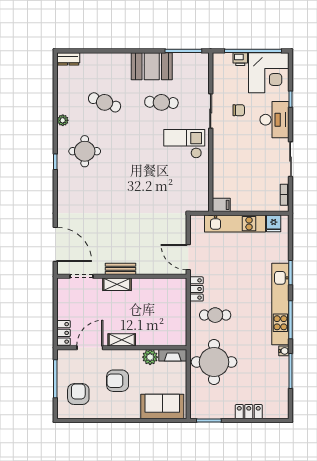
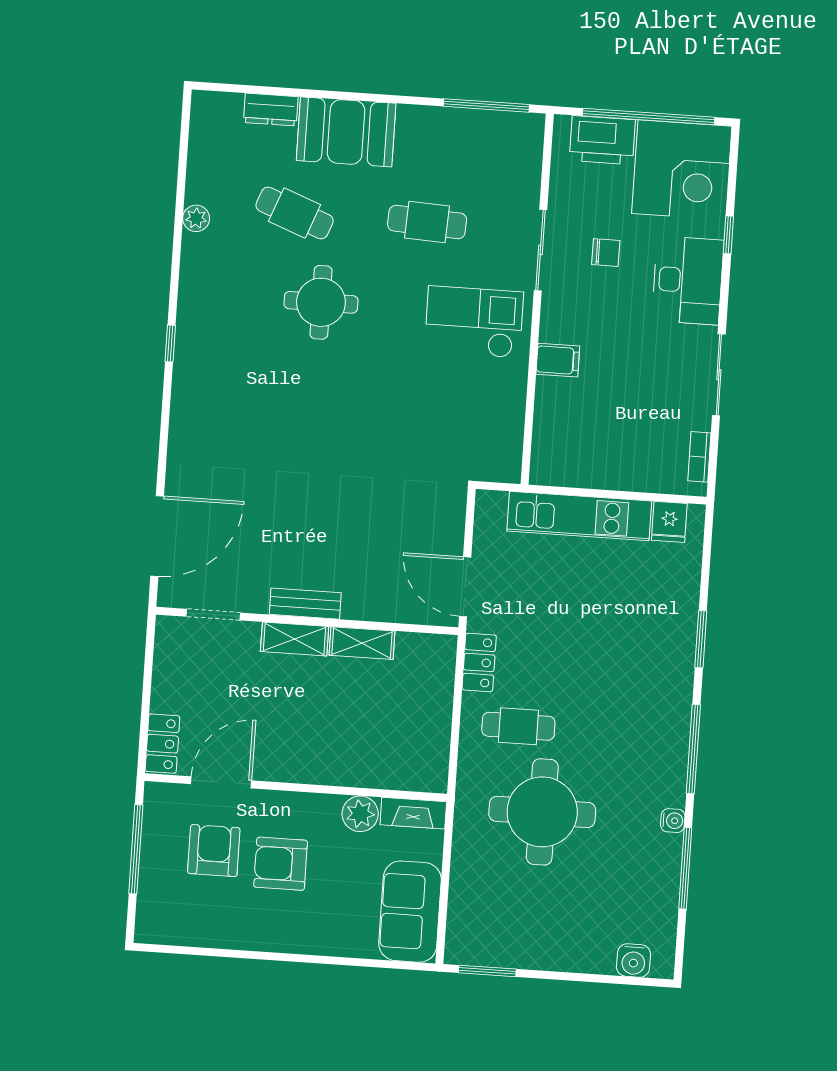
dresser: (68, 59) -> (271, 110), moved
printer: (240, 59) -> (602, 140), width x1.87, depth x1.48
booth: (152, 66) -> (346, 132), moved
plant: (63, 120) -> (196, 218), moved
round table: (85, 151) -> (321, 302), moved
filing cabinet: (221, 205) -> (558, 360), moved
door: (55, 244) -> (157, 536), hinge flipped
kitchen unit: (280, 304) -> (672, 711), removed
shelving: (122, 340) -> (362, 643), moved
round table: (214, 362) -> (542, 812), moved
armchair: (78, 394) -> (214, 851), moved
sofa: (162, 406) -> (410, 912), moved, turned -90
locker: (249, 412) -> (581, 957), removed
water cooler: (271, 412) -> (634, 960), added

